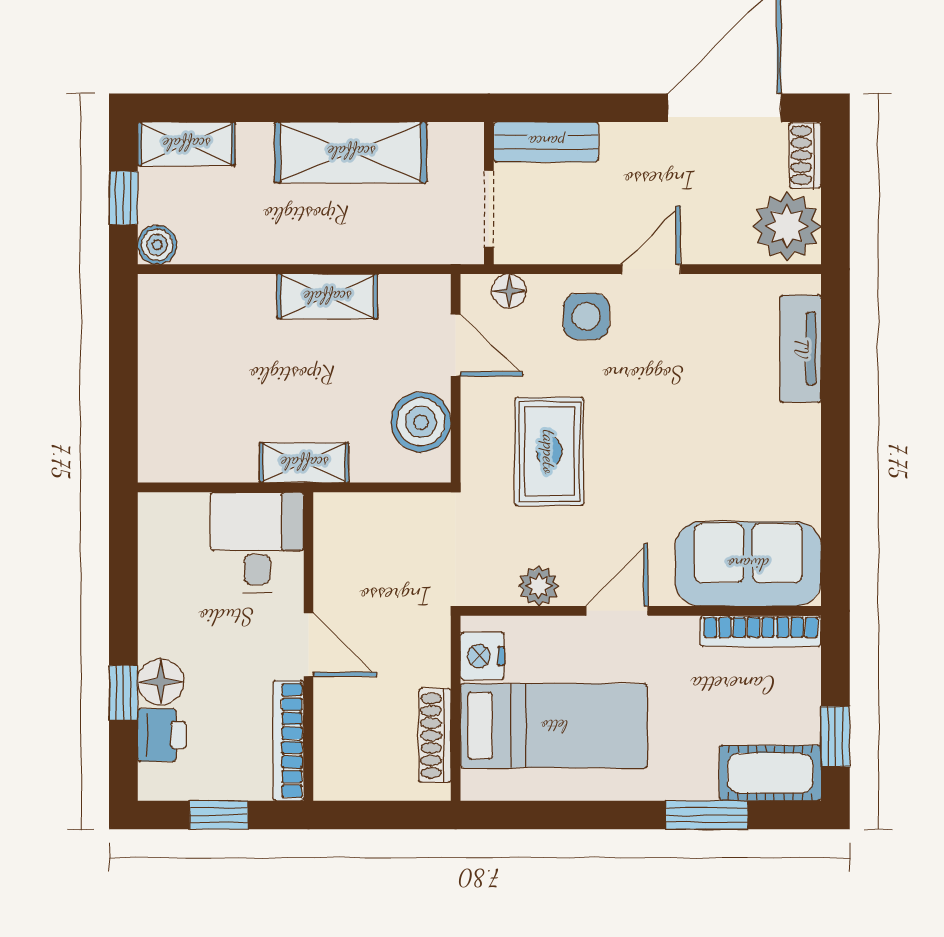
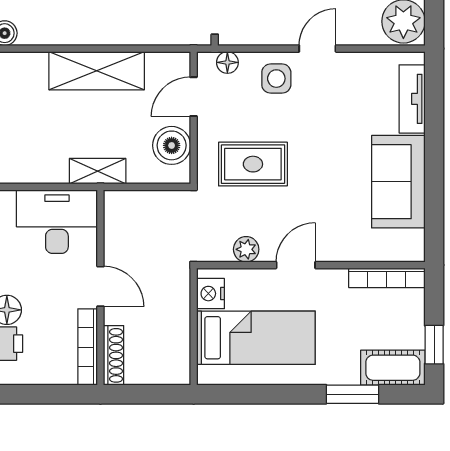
shelving: (327, 297) -> (97, 71), width x1.50, depth x1.33
door: (456, 345) -> (194, 97), swing flipped
rug: (549, 452) -> (253, 164), turned 90
desk: (257, 542) -> (57, 222), width x1.37
sofa: (748, 564) -> (398, 182), moved, turned -90
shoe rack: (435, 736) -> (114, 355), moved, turned 180
window: (219, 815) -> (44, 394), removed

